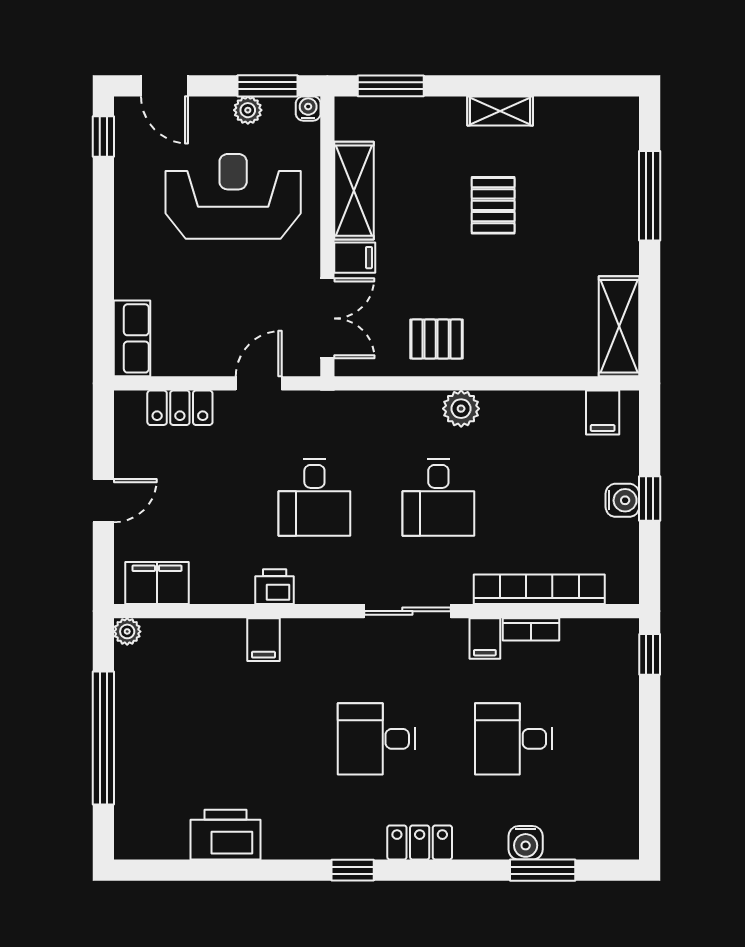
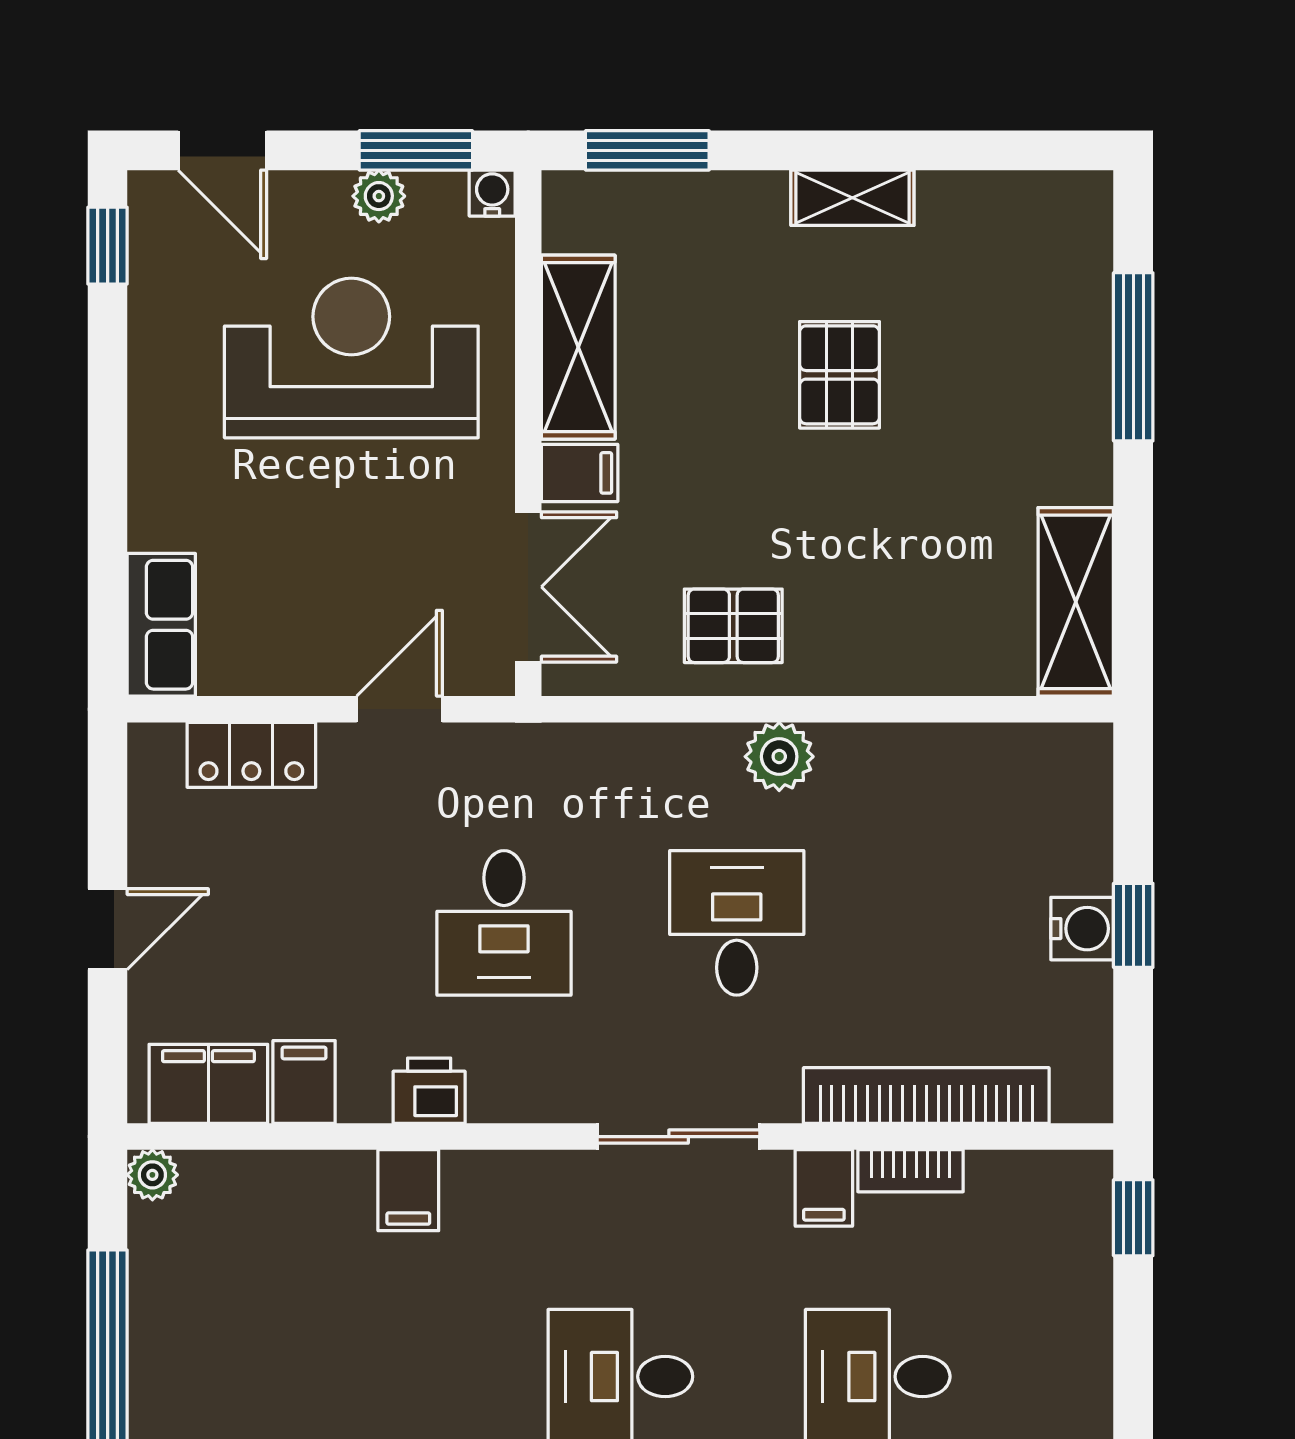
filing cabinet: (603, 413) -> (304, 1082), moved, turned 180
desk: (438, 497) -> (737, 923), turned 180

